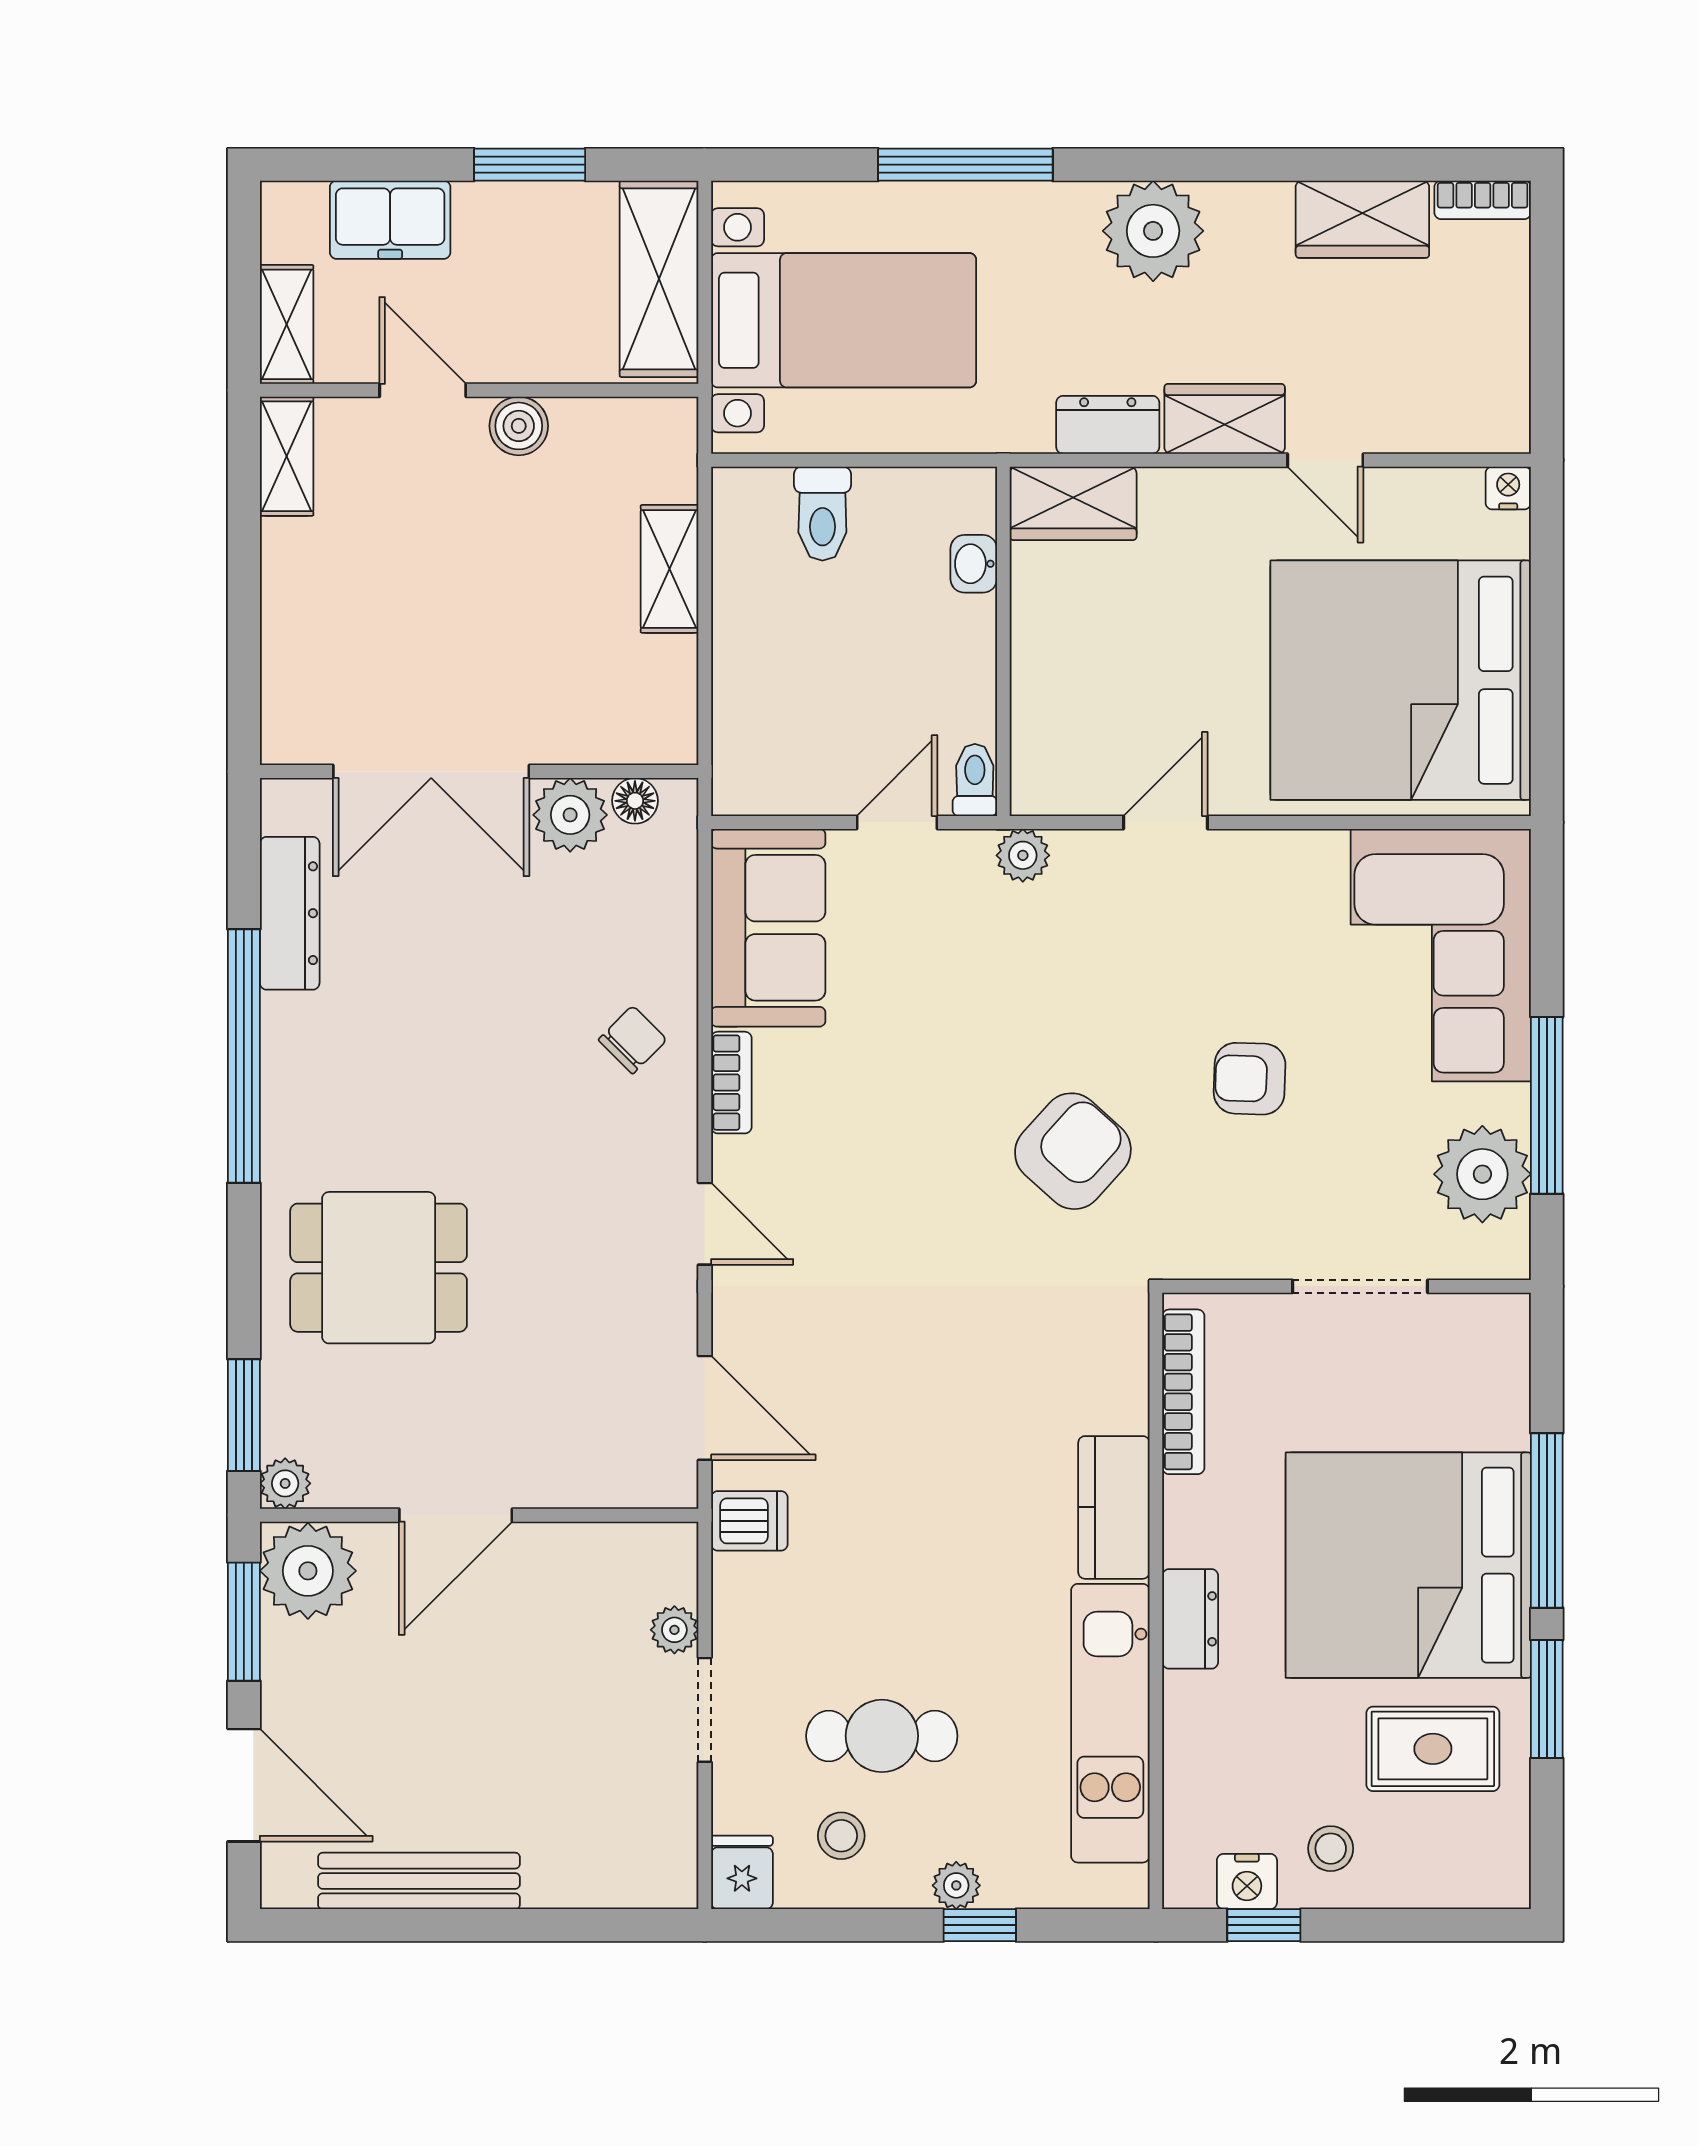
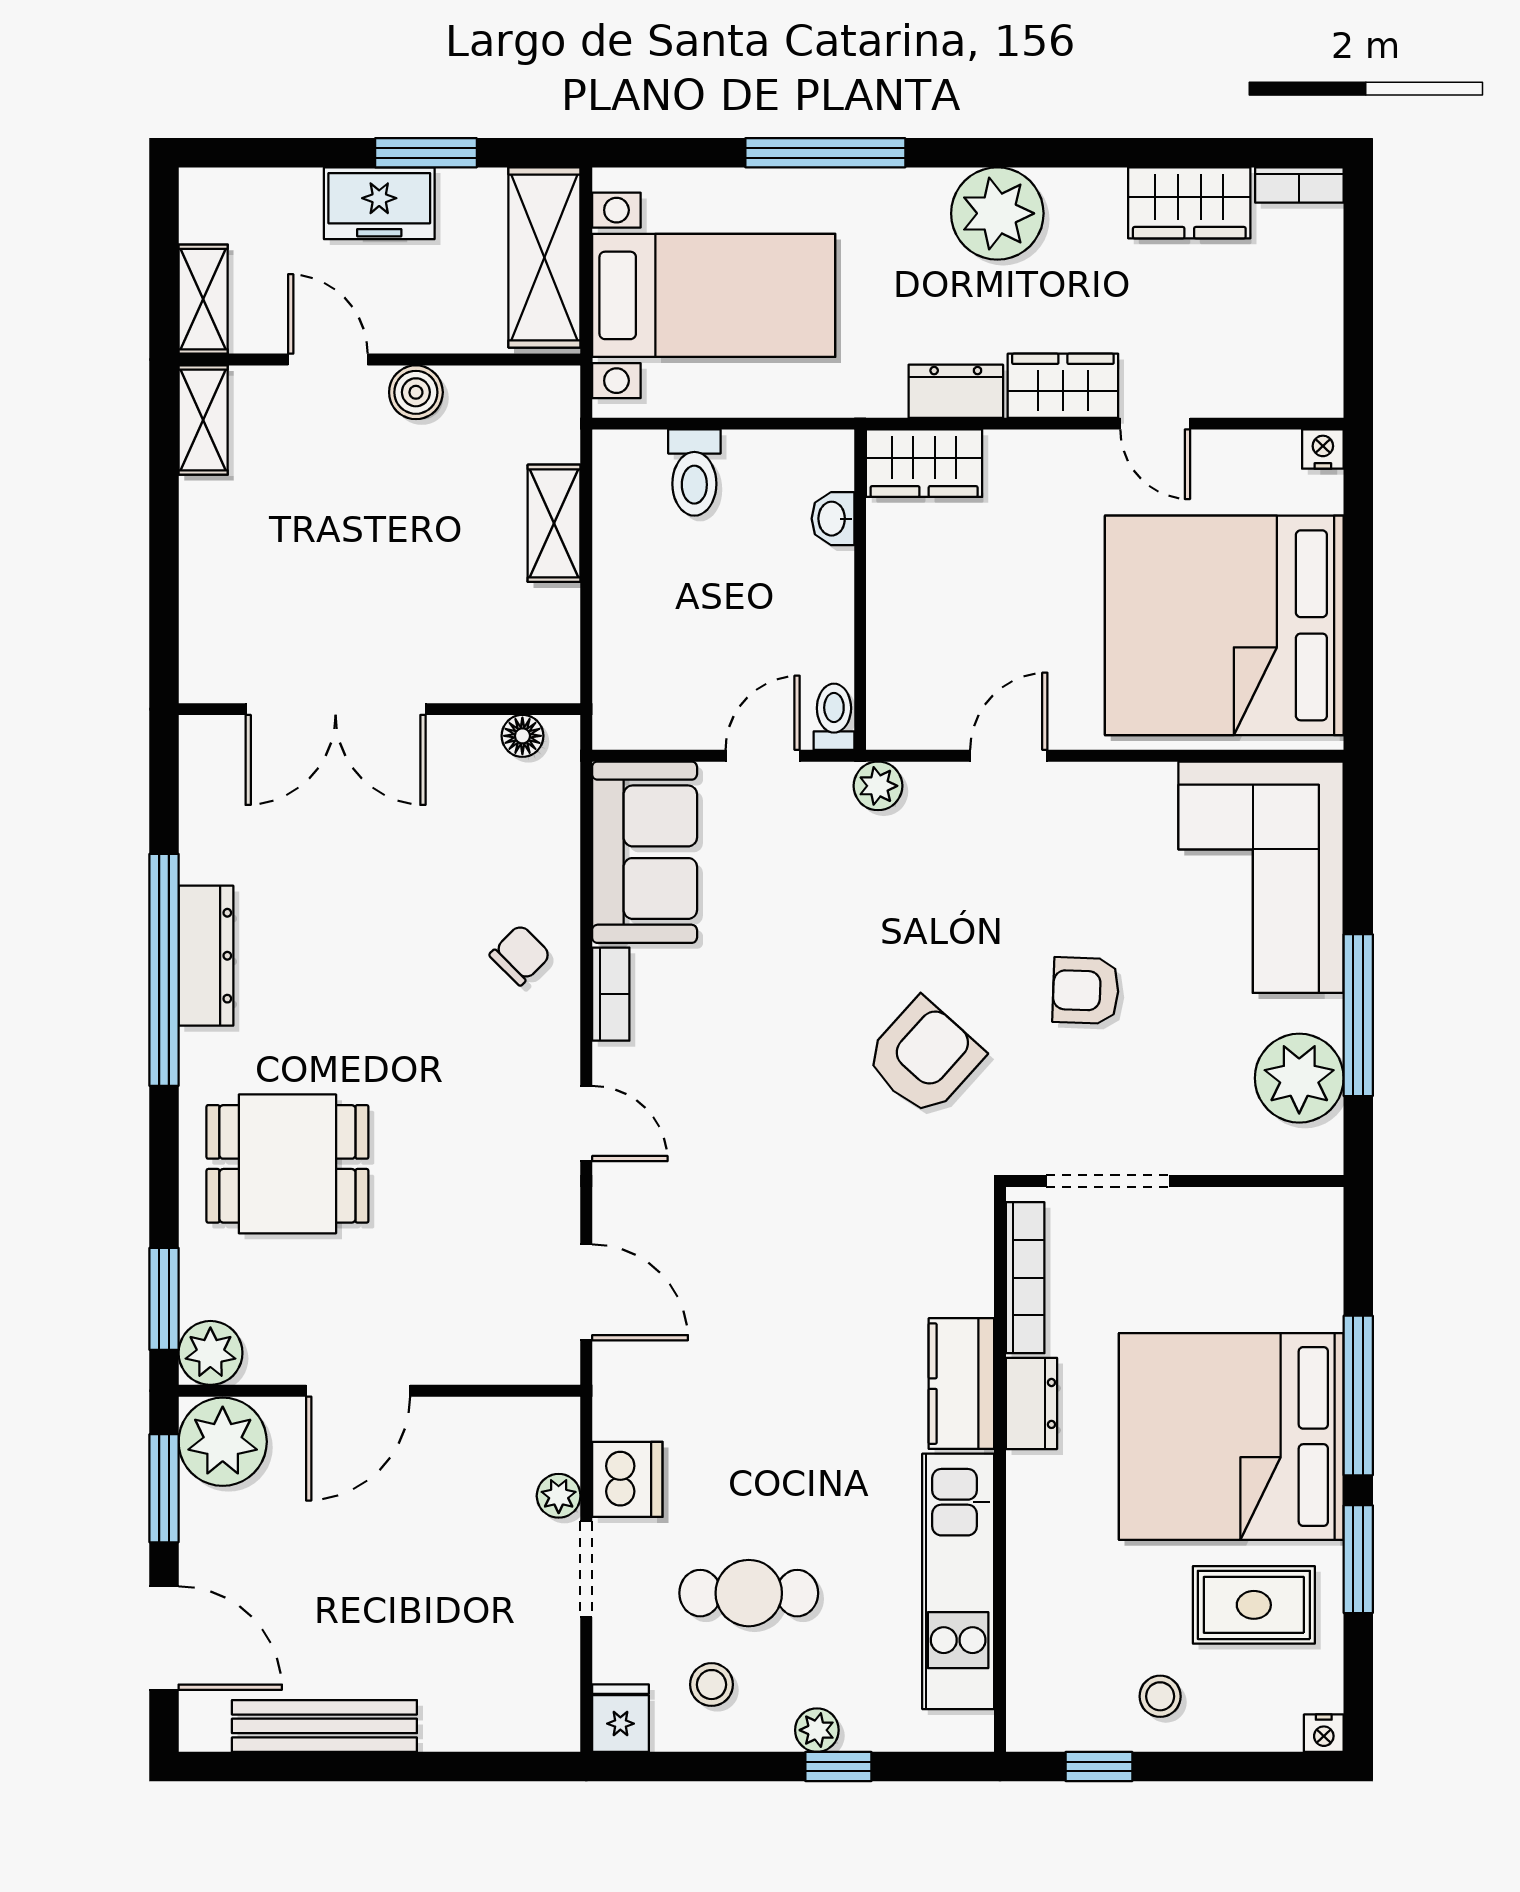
freezer: (390, 220) -> (379, 203), moved
plant: (570, 815) -> (463, 749), removed
dresser: (290, 913) -> (206, 956), moved
doorway: (1360, 1286) -> (1108, 1181), moved
plant: (285, 1483) -> (210, 1353), width x1.38, depth x1.38
dishwasher: (749, 1521) -> (627, 1479), moved, width x1.38
dresser: (1190, 1619) -> (1031, 1403), moved
nightstand: (1247, 1882) -> (1324, 1733), moved, width x0.72, depth x0.74

